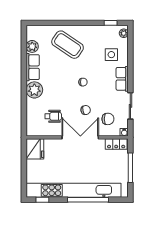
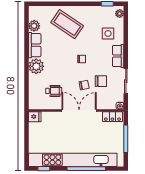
chair: (108, 119) -> (101, 81), moved
fridge: (35, 149) -> (35, 117), width x0.53, depth x0.75

